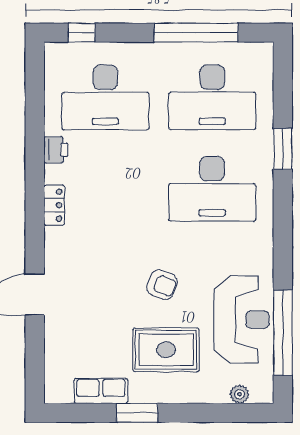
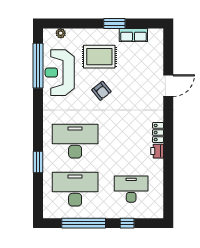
window: (82, 33) -> (127, 223), moved
desk: (105, 97) -> (131, 189), width x0.73, depth x0.77
printer: (56, 150) -> (157, 151), moved
armchair: (162, 285) -> (101, 91), turned -150

